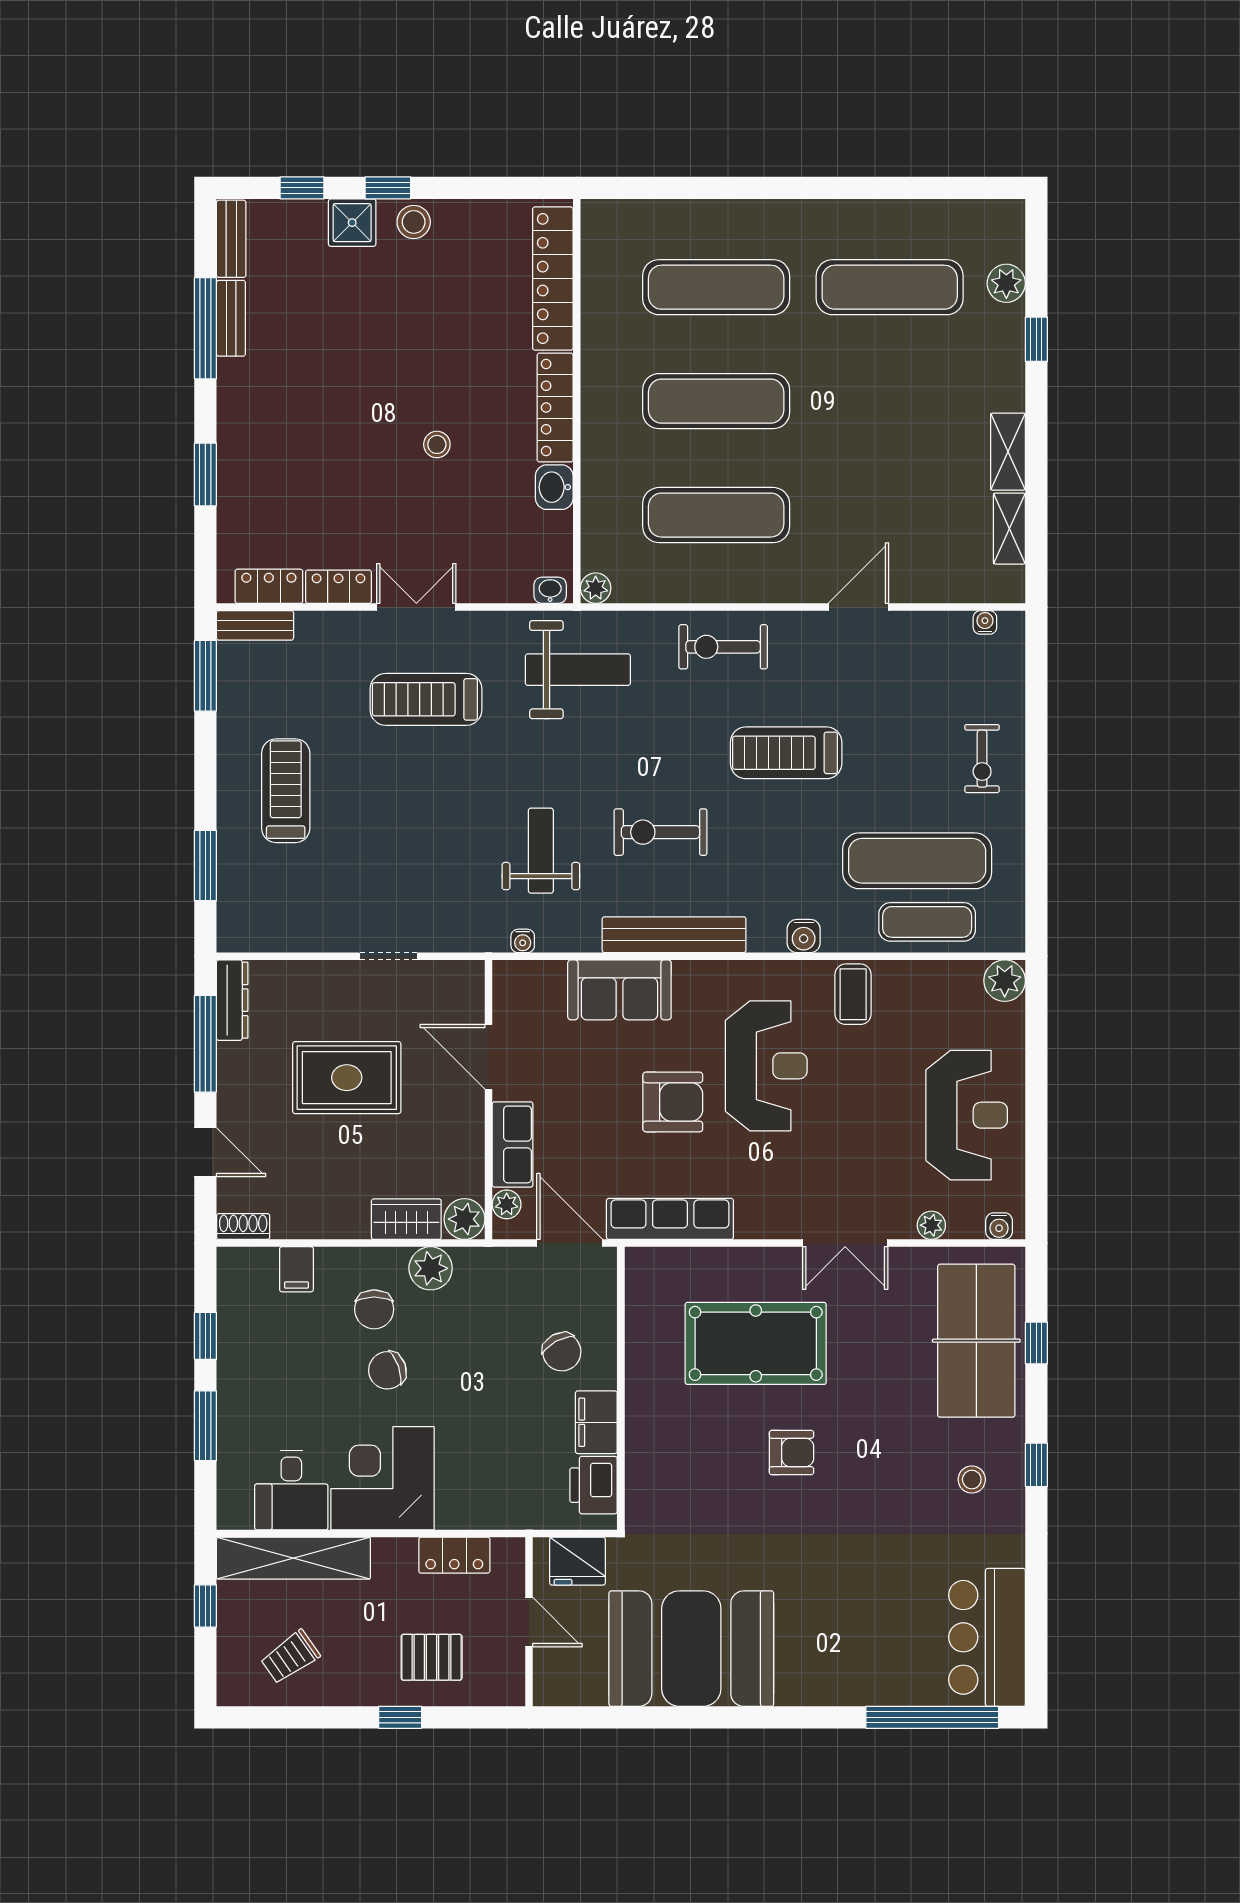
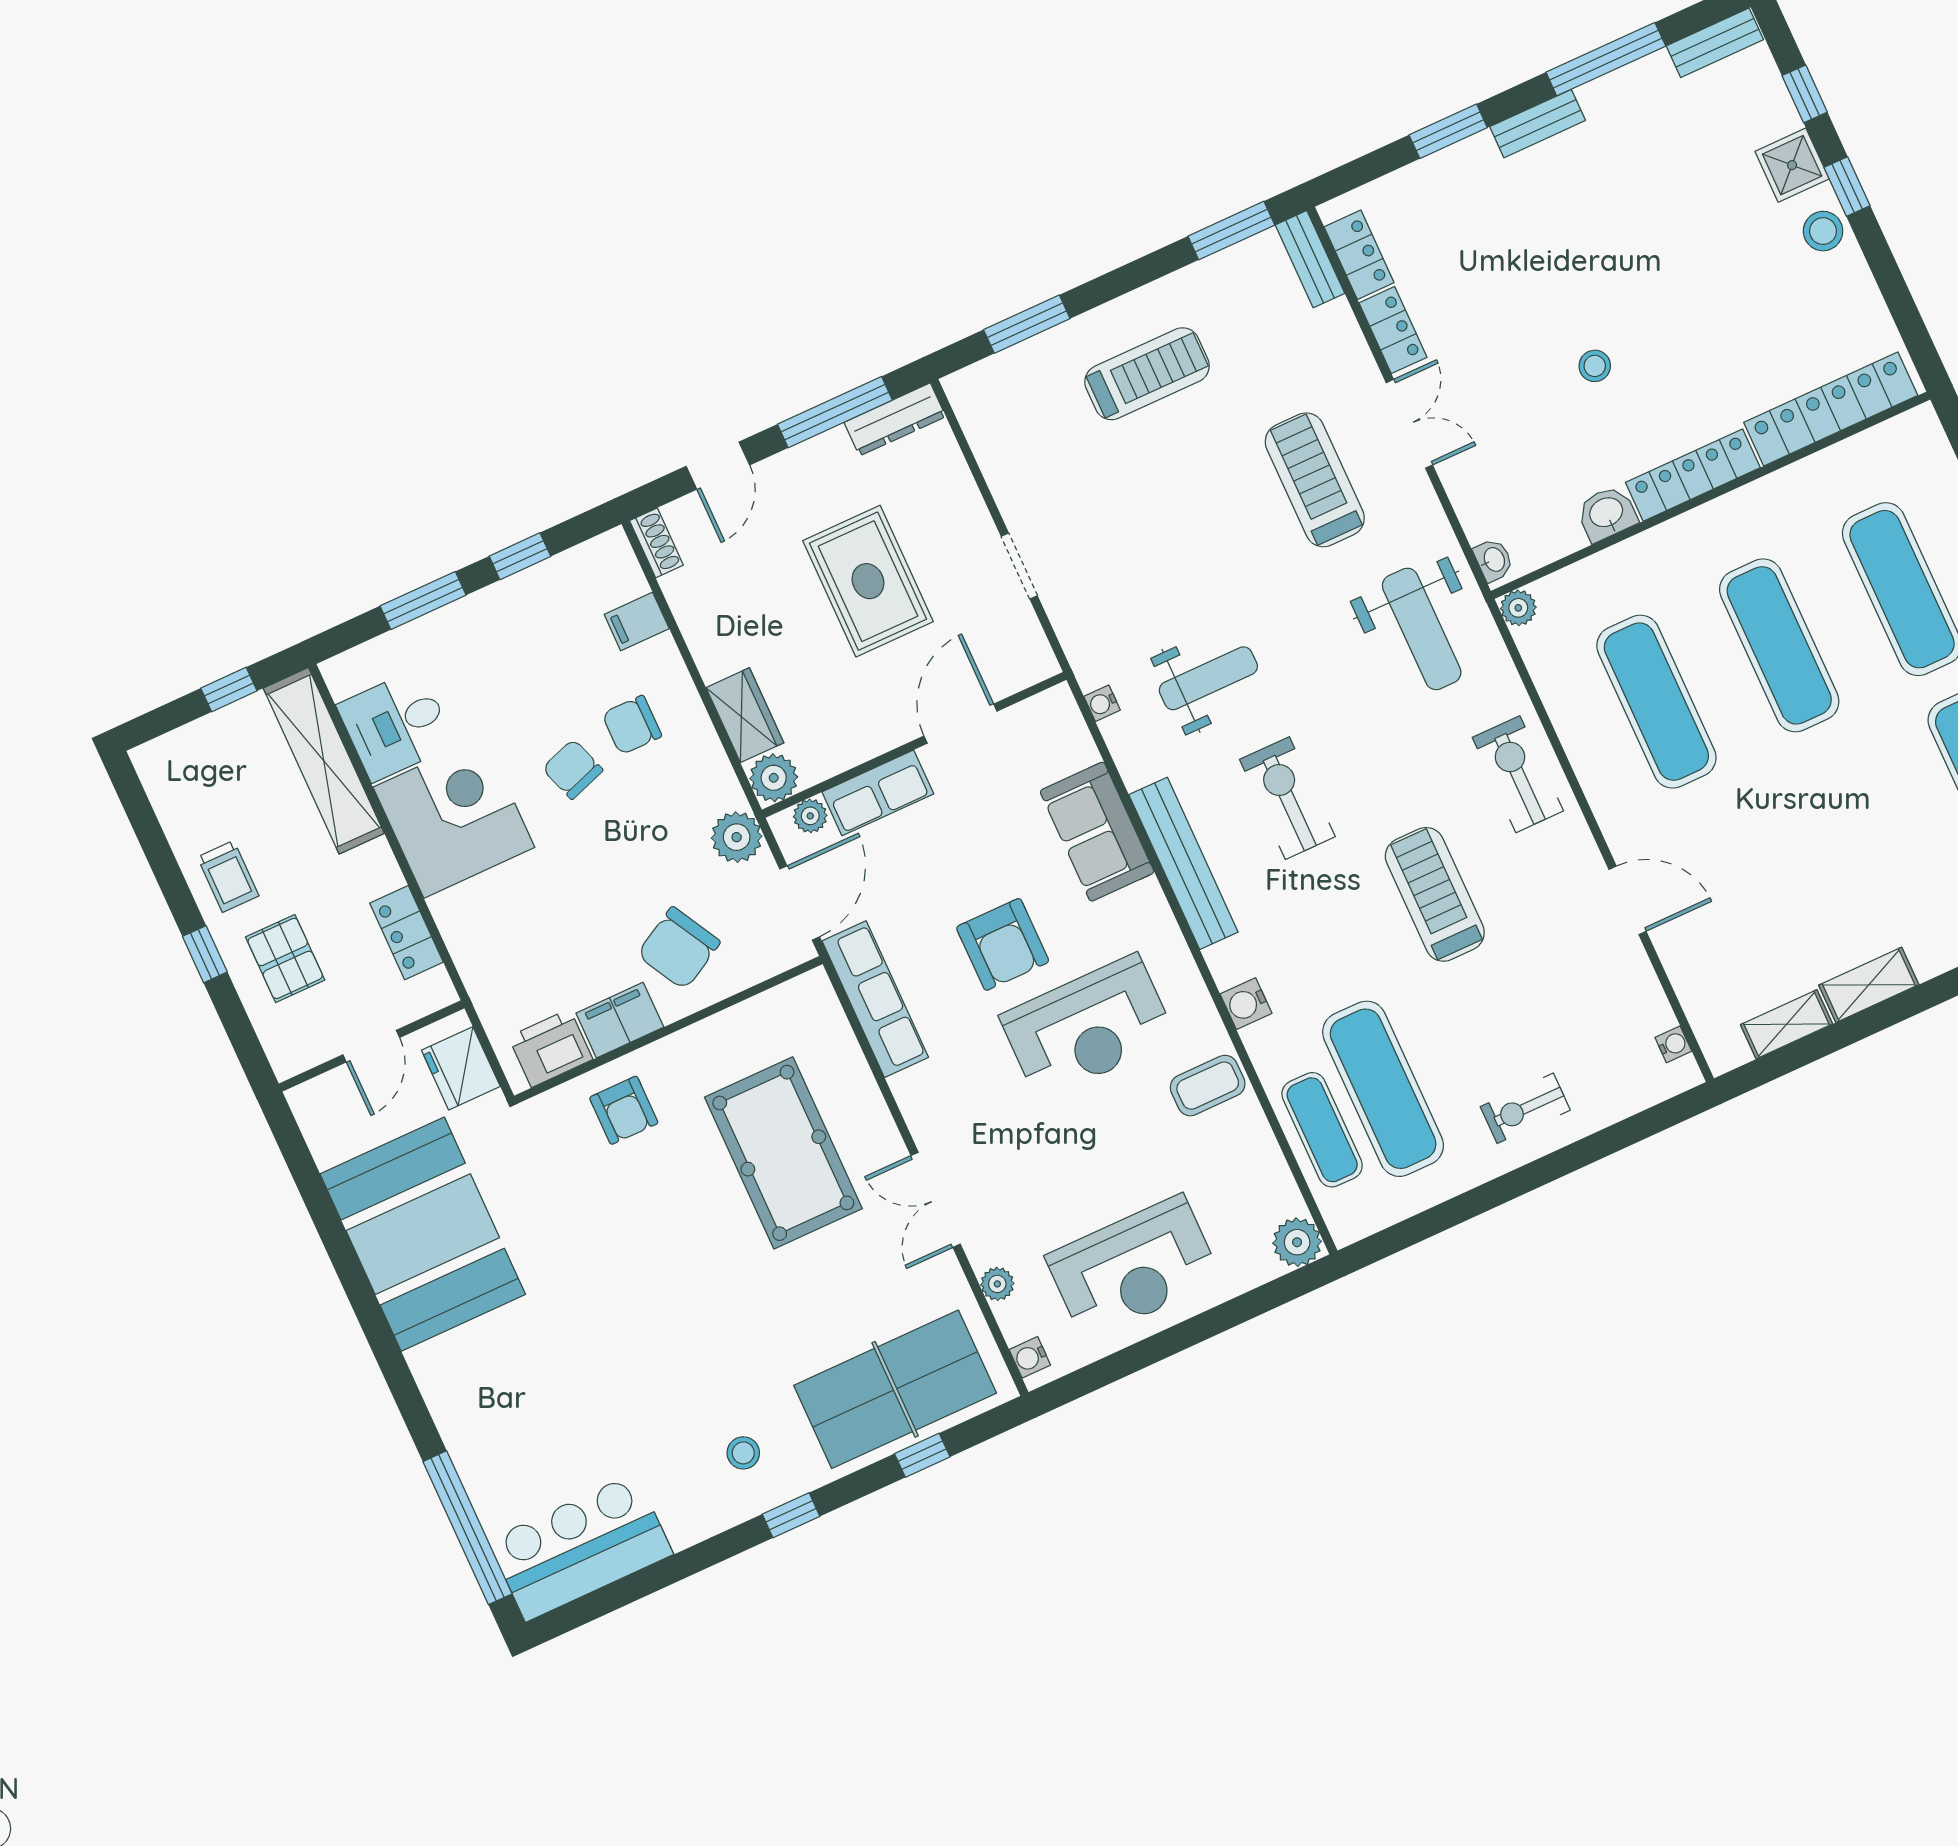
bench: (231, 318) -> (1538, 124), moved
plant: (431, 1268) -> (737, 837), moved
chair: (562, 1352) -> (679, 948), width x1.37, depth x1.37
armchair: (791, 1452) -> (624, 1110), moved
trolley: (290, 1657) -> (228, 876), moved, turned -145

